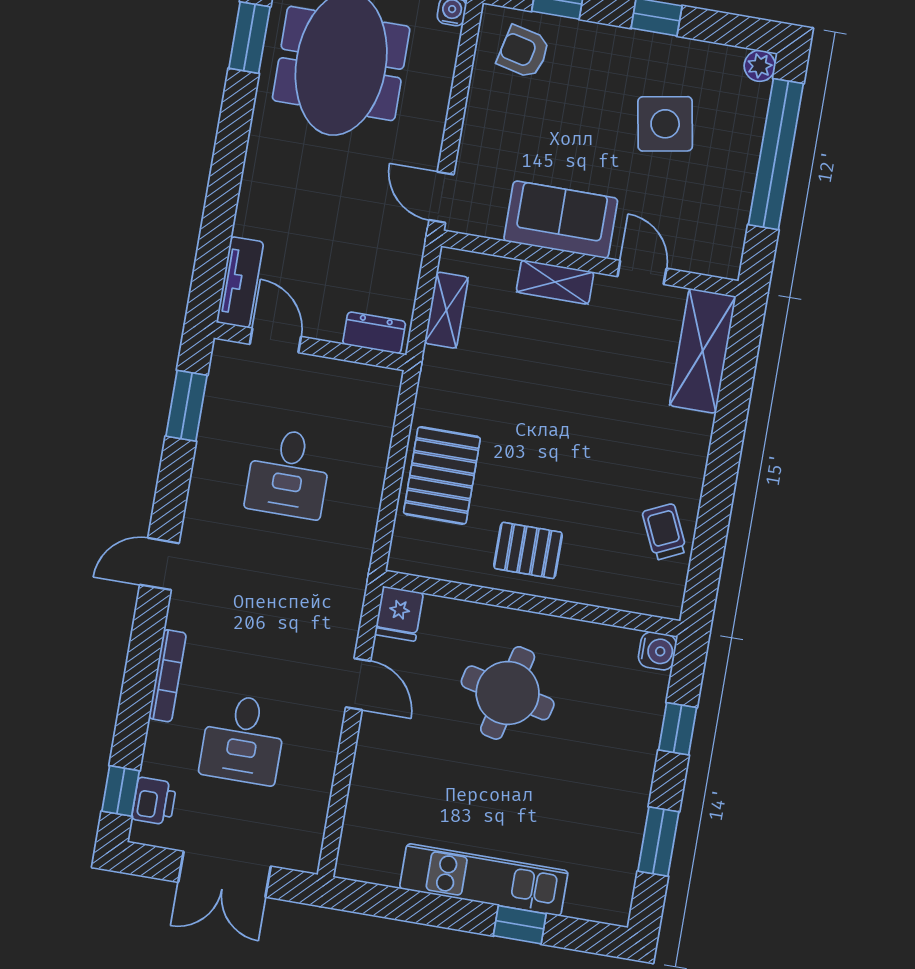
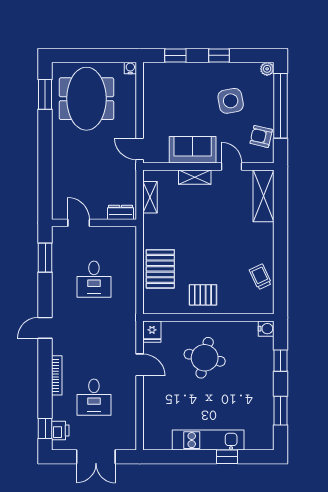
armchair: (524, 52) -> (261, 136), moved
tv unit: (240, 282) -> (59, 200), removed

